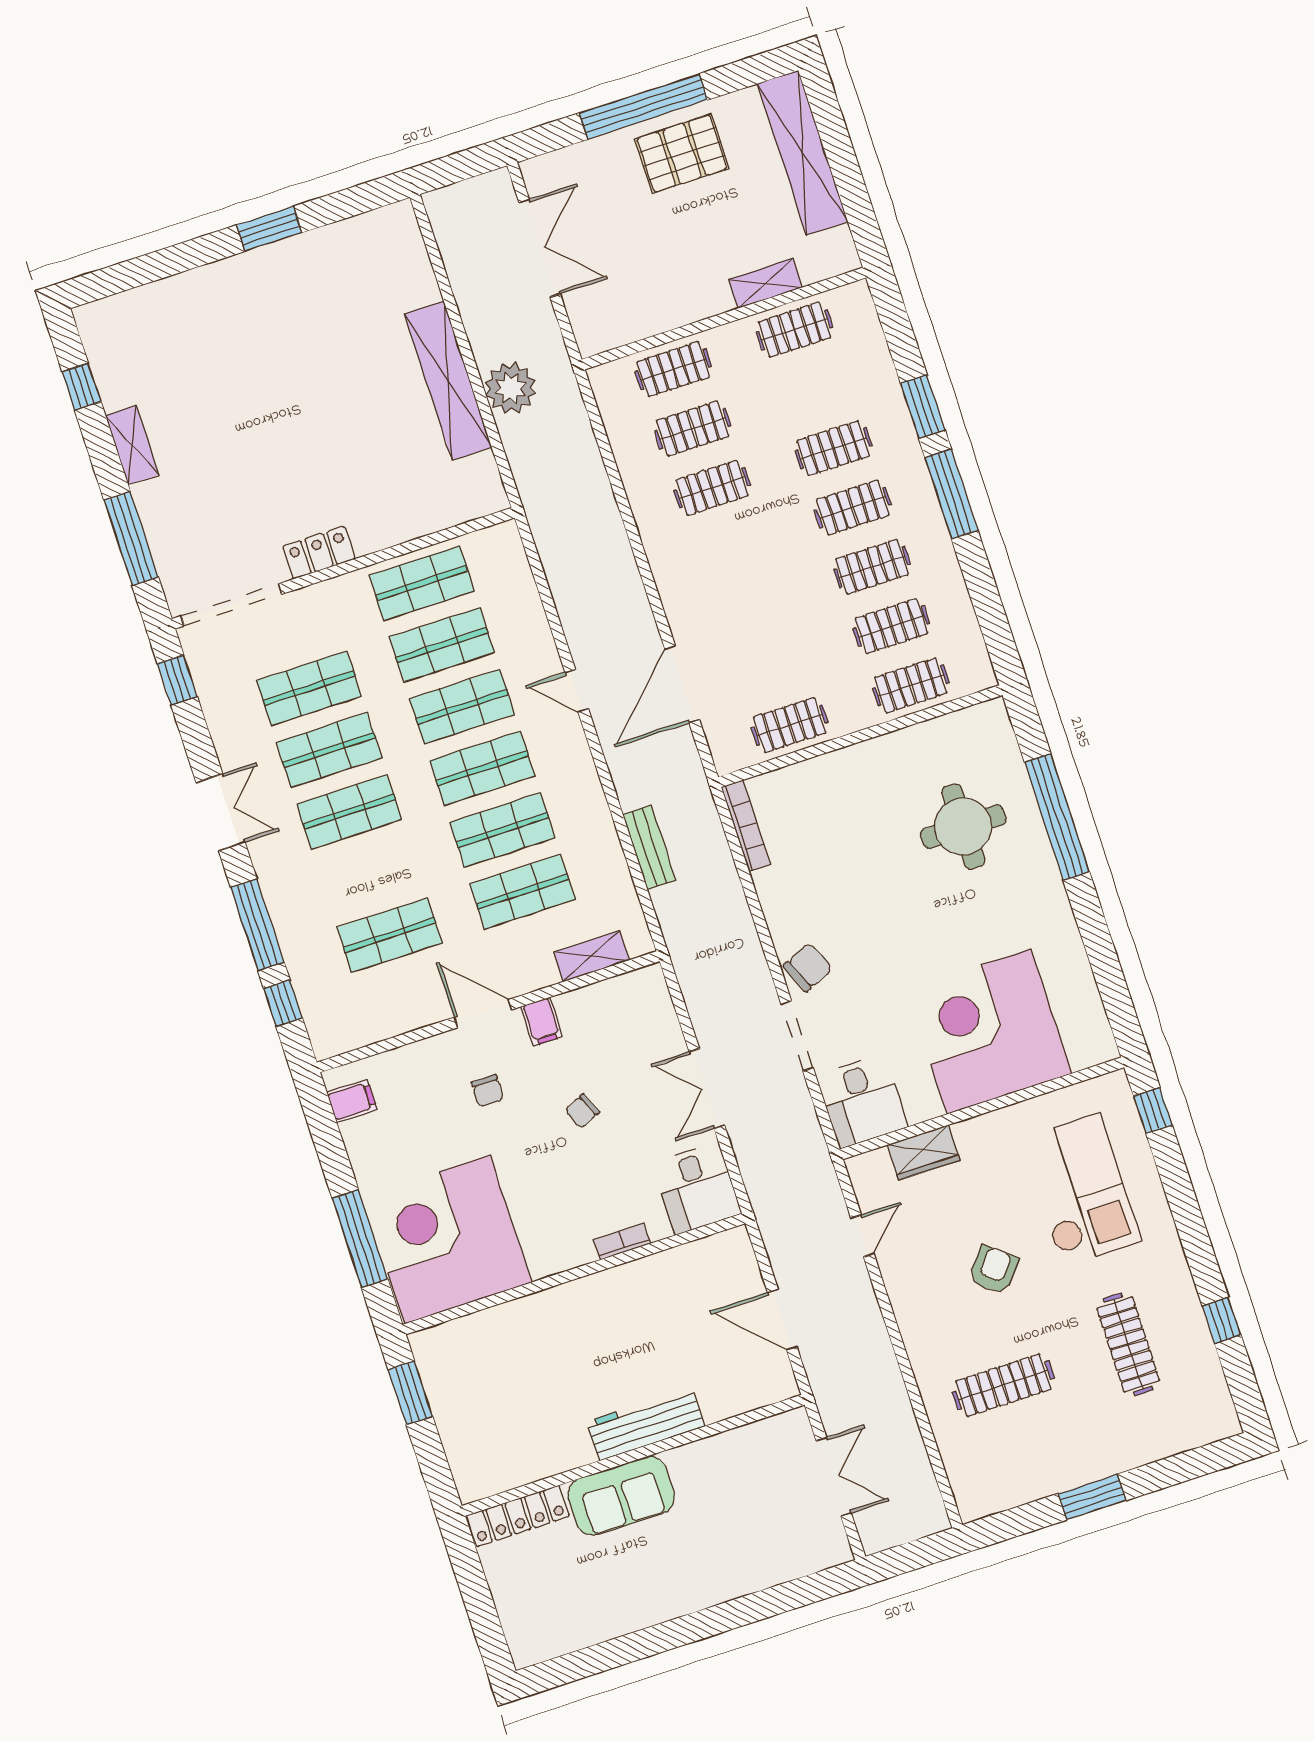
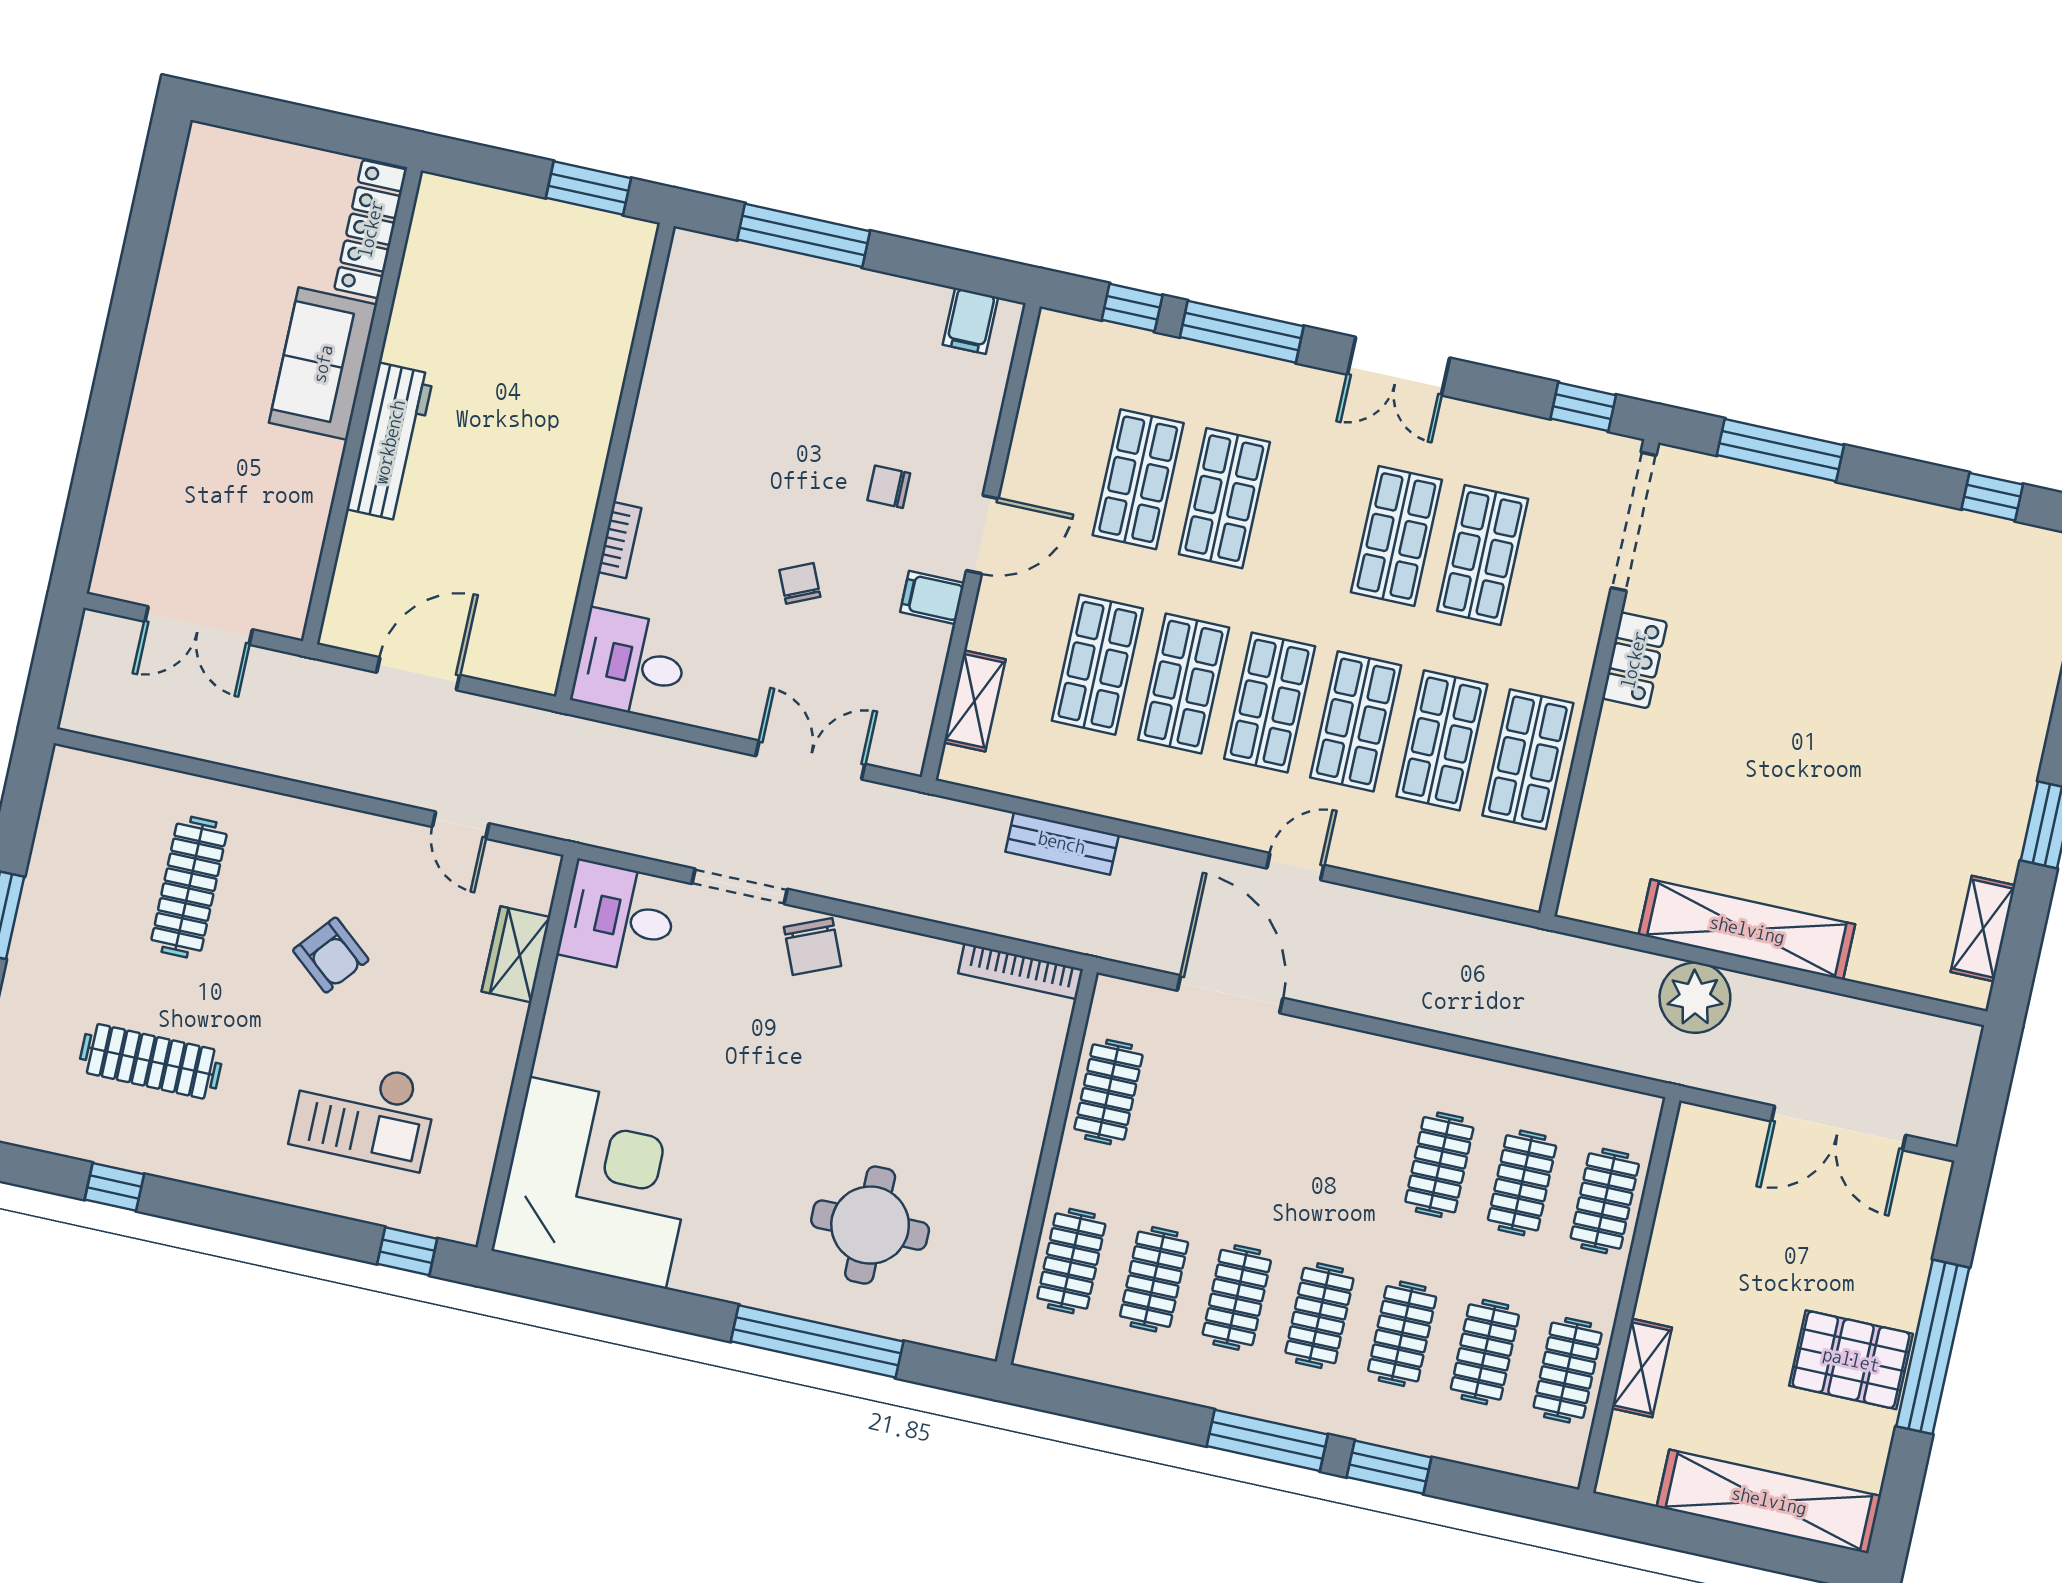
pallet: (682, 154) -> (1851, 1360), turned 90
clothes rail: (814, 389) -> (1485, 1352), added
shelving: (132, 445) -> (1983, 929), moved, turned 90
shop shelf: (349, 812) -> (1224, 498), moved
corner desk: (989, 1031) -> (597, 1183), moved
double door: (707, 1088) -> (810, 760), moved
checkout: (1081, 1190) -> (364, 1112), width x0.73, depth x0.83
corner desk: (447, 1240) -> (742, 337), removed

